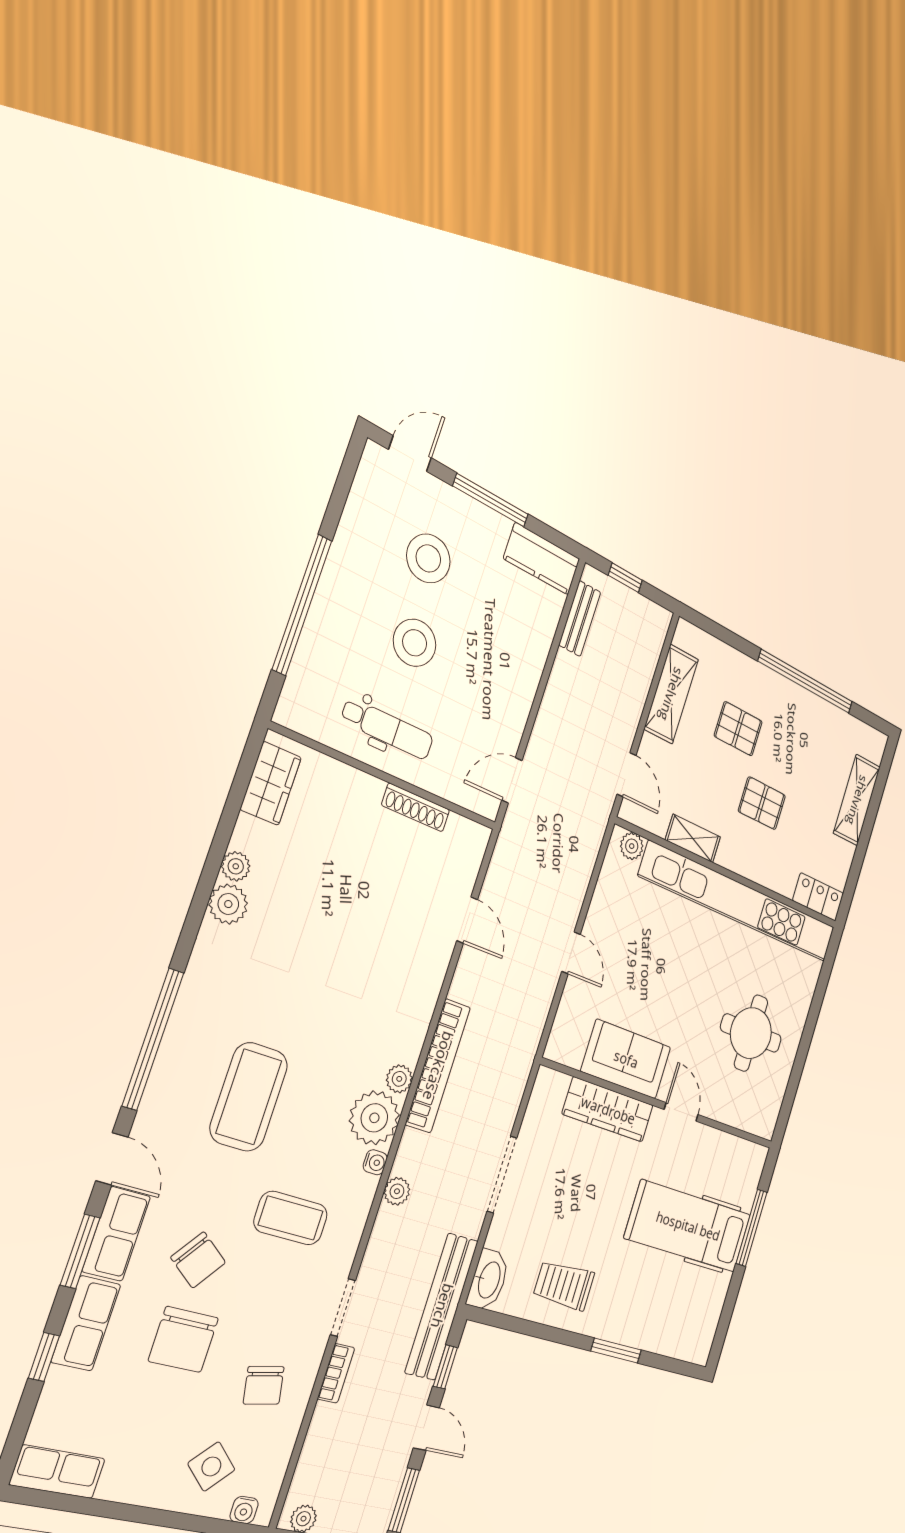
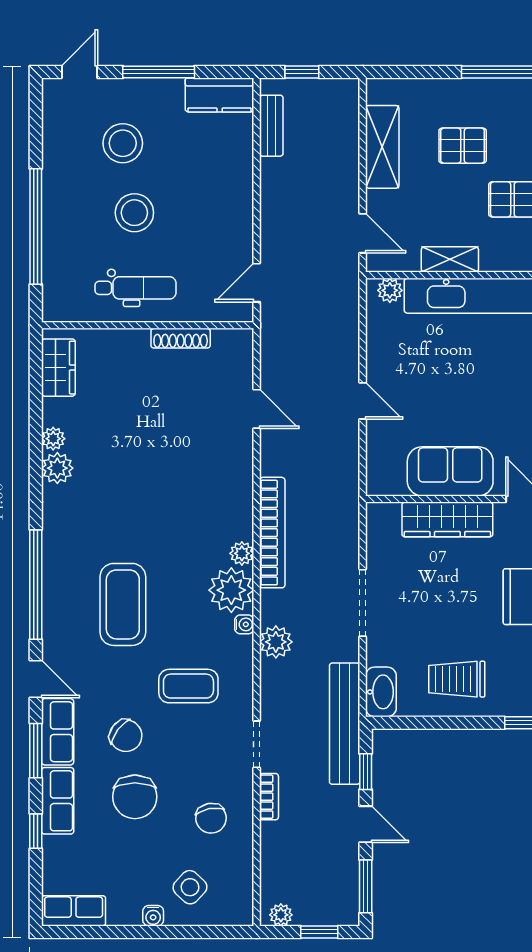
plant: (397, 1191) -> (276, 642), width x1.38, depth x1.38
water cooler: (244, 1510) -> (153, 916), moved

